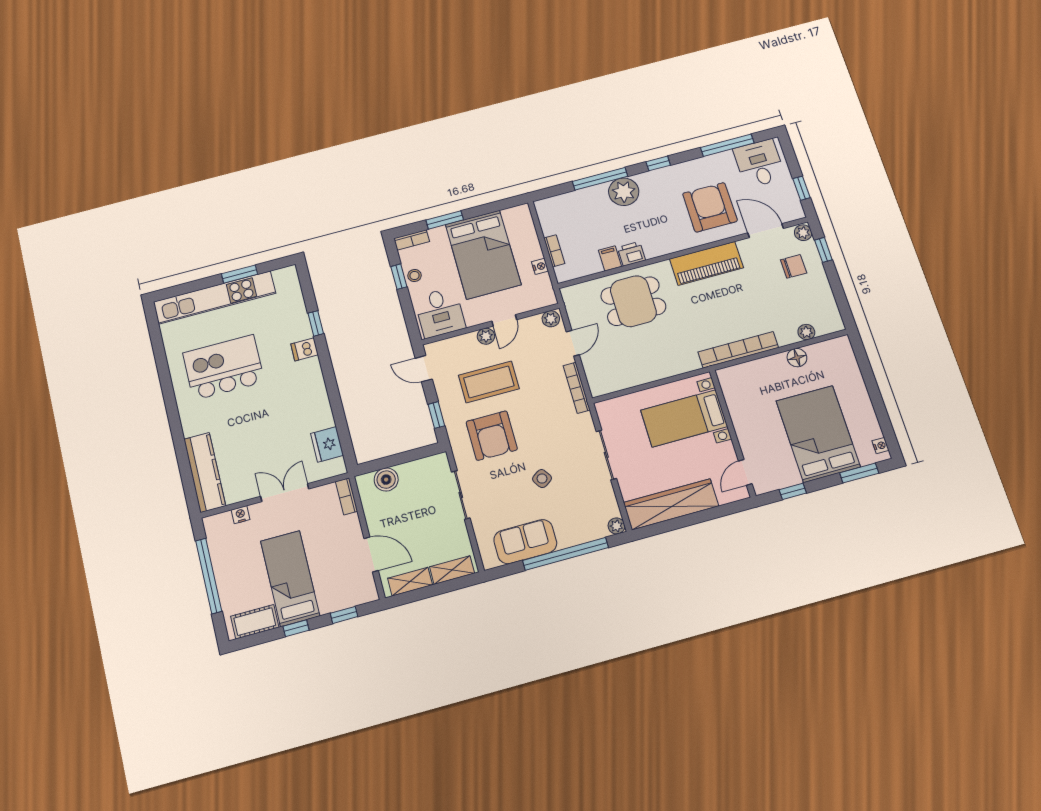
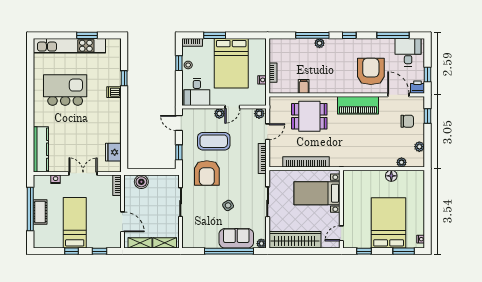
plant: (624, 192) -> (320, 43), width x0.53, depth x0.53
plant: (803, 233) -> (419, 147), moved
printer: (631, 254) -> (418, 87), moved
bookcase: (738, 350) -> (306, 162), moved
sofa: (525, 542) -> (236, 238), moved
cot: (255, 622) -> (40, 212), moved, turned 90

